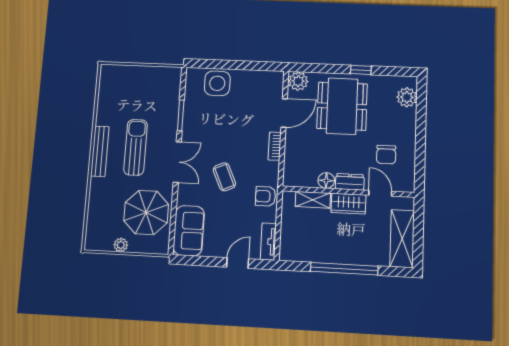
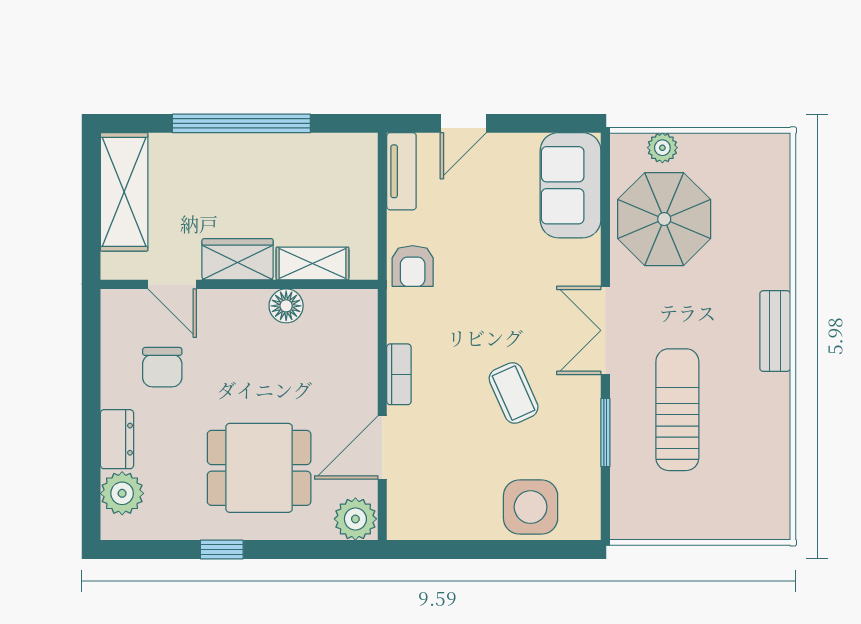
dining table: (342, 106) -> (259, 468), width x0.73
sun lounger: (136, 147) -> (677, 410), moved, turned 180
bench: (100, 151) -> (775, 331), width x0.73
chair: (386, 155) -> (162, 367), turned 180
coffee table: (224, 177) -> (514, 393), moved
dresser: (350, 182) -> (117, 439), moved, turned -90
armchair: (265, 196) -> (413, 266), turned 90
plant: (121, 245) -> (662, 148), moved

